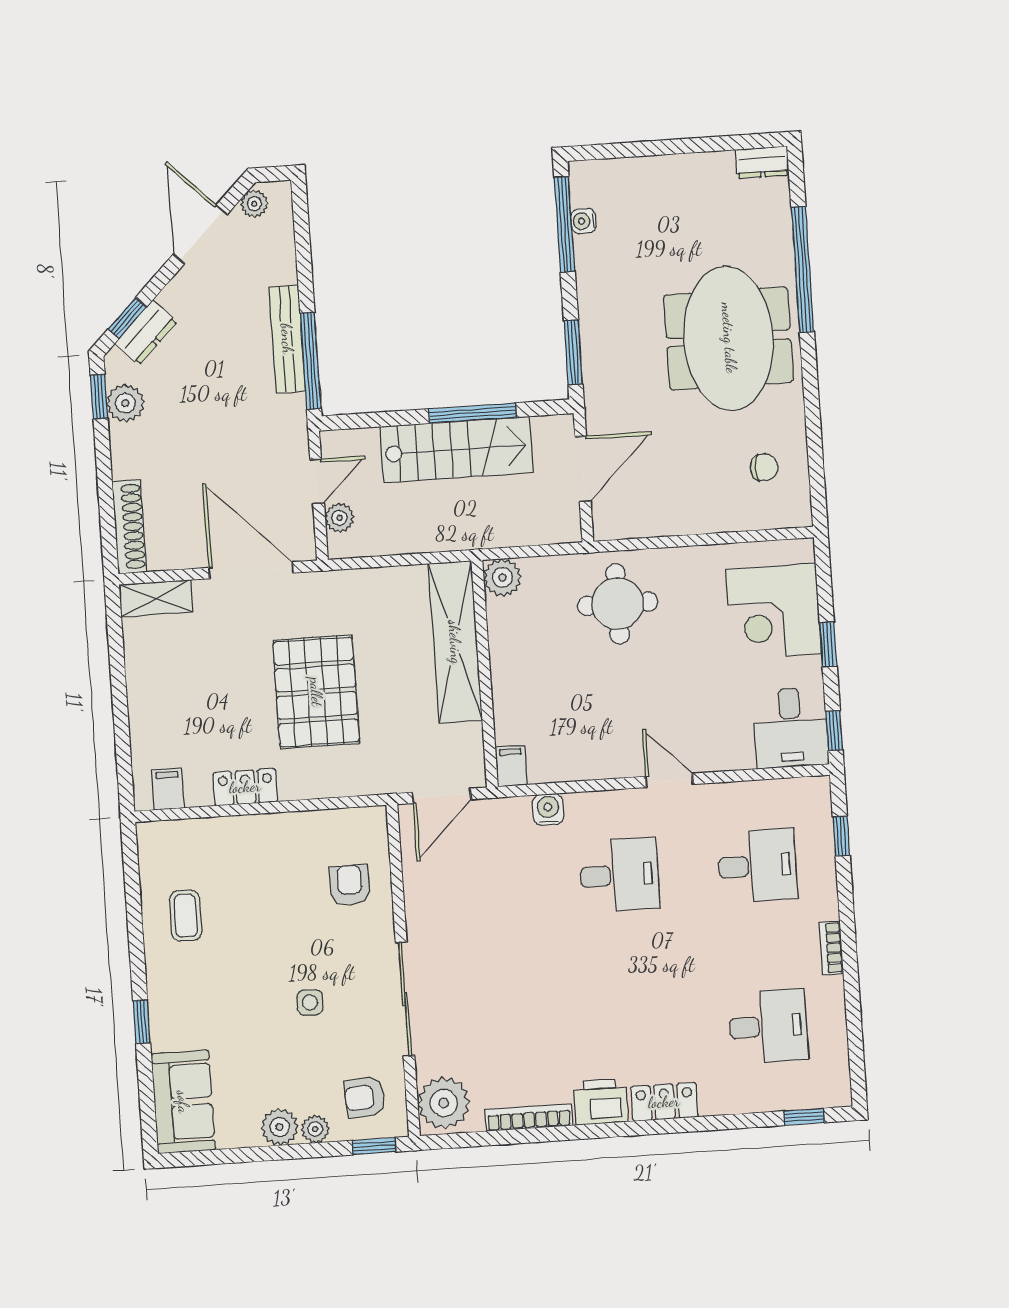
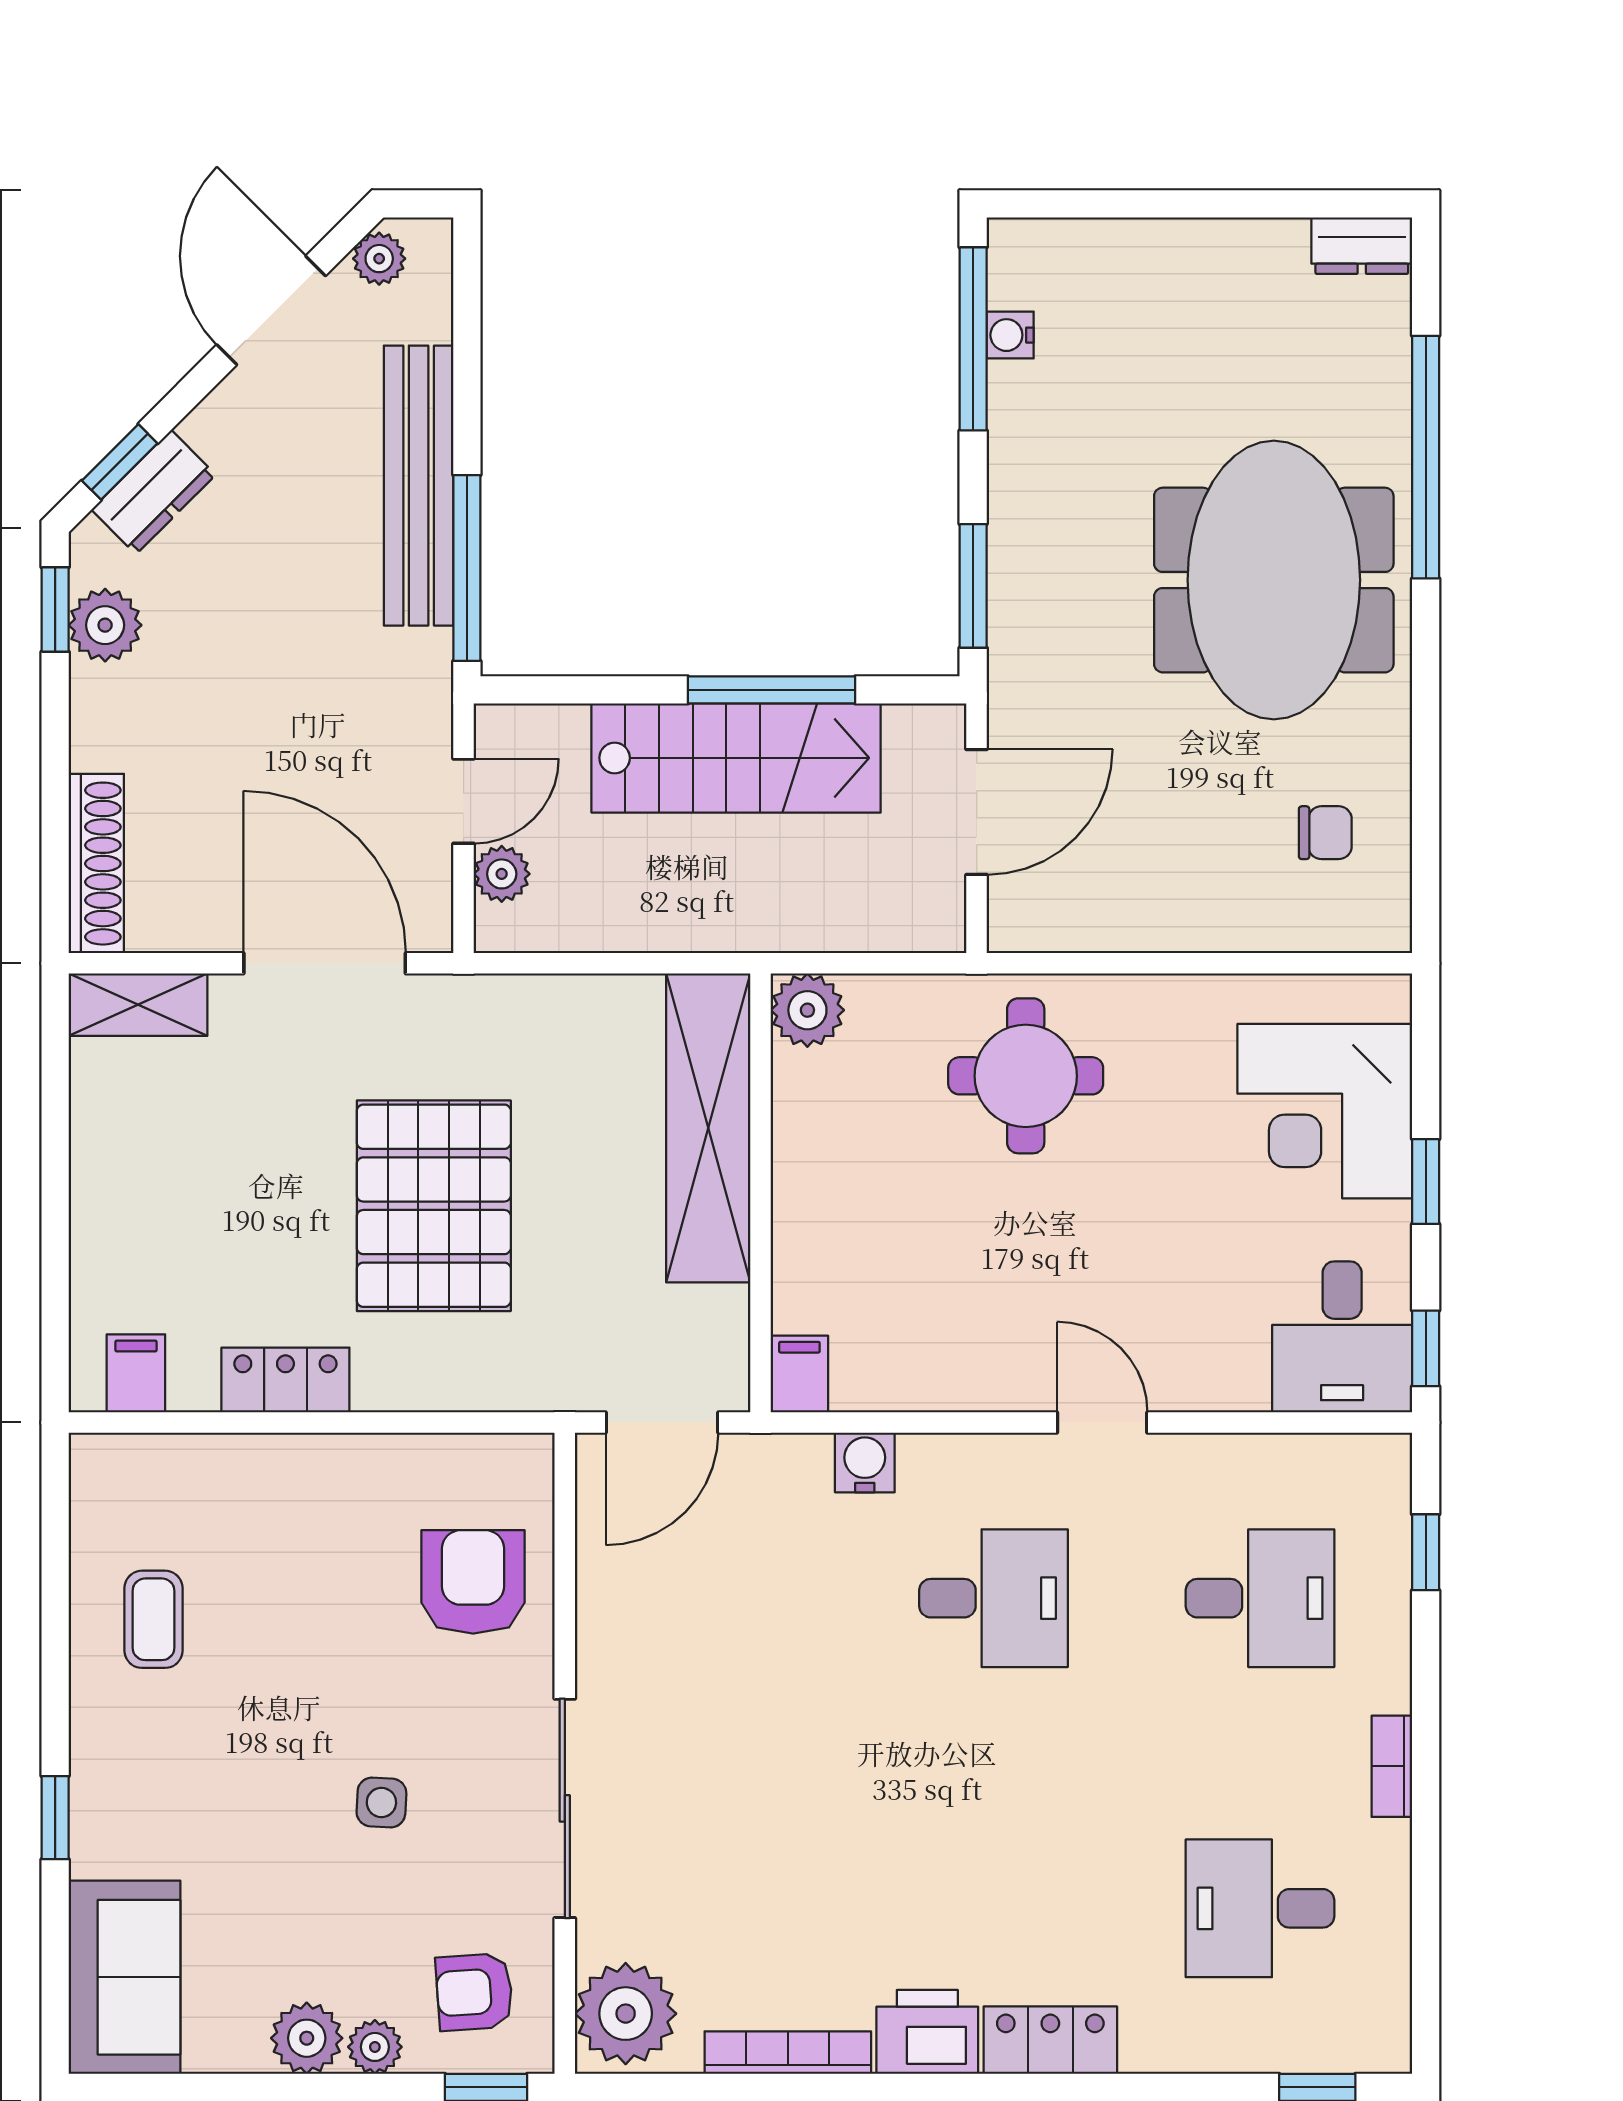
bench: (287, 339) -> (419, 486), width x1.37, depth x1.21
armchair: (350, 885) -> (473, 1582), width x1.38, depth x1.38
desk: (768, 1026) -> (1260, 1908), turned 180

